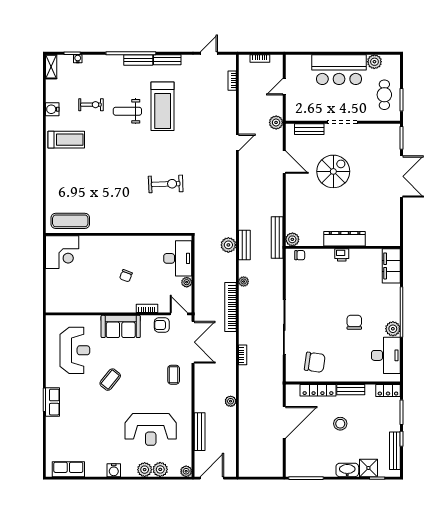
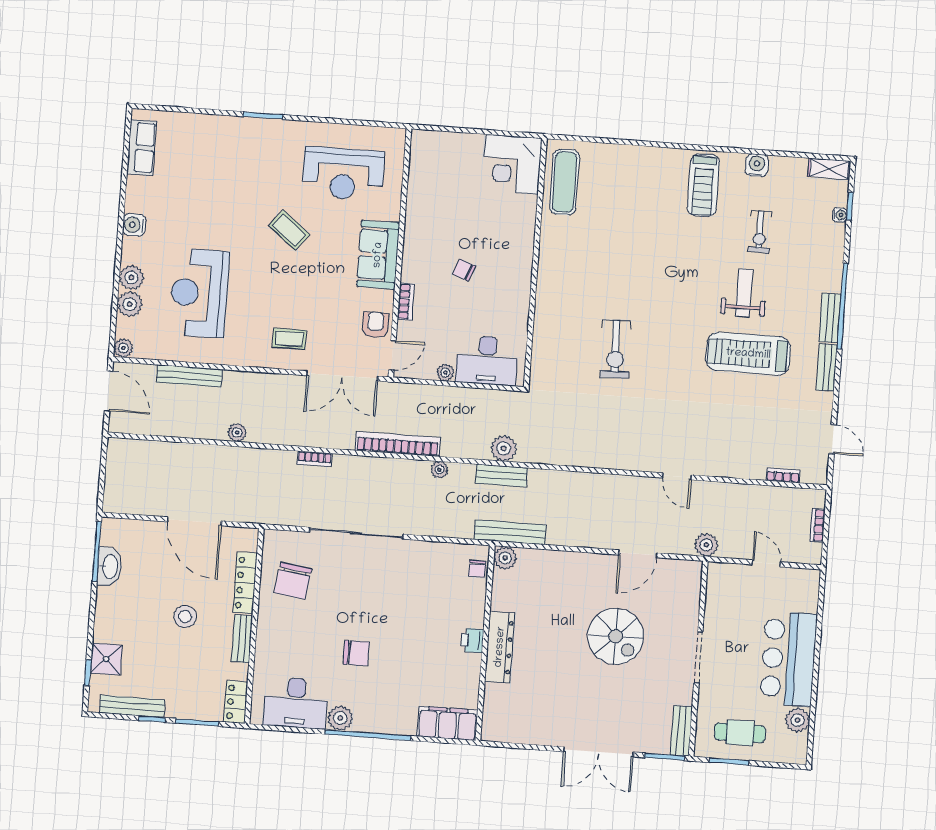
bench: (309, 129) -> (681, 731), moved
row of seats: (53, 402) -> (258, 129), removed
washbasin: (347, 470) -> (110, 567), moved

